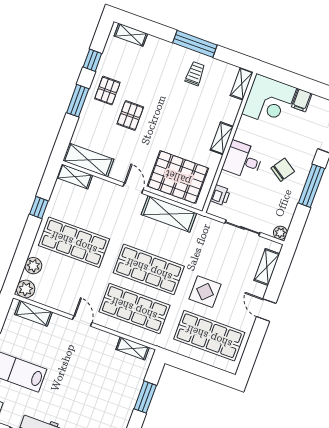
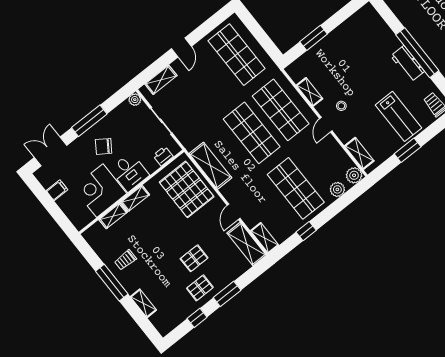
shelving: (131, 35) -> (143, 303), moved
shelving: (242, 84) -> (113, 216), moved
corner desk: (269, 101) -> (100, 191), moved, turned -90
door: (133, 188) -> (234, 212), moved
display table: (205, 292) -> (219, 90), removed
stool: (79, 348) -> (341, 106), added
shelving: (133, 348) -> (310, 92), moved

